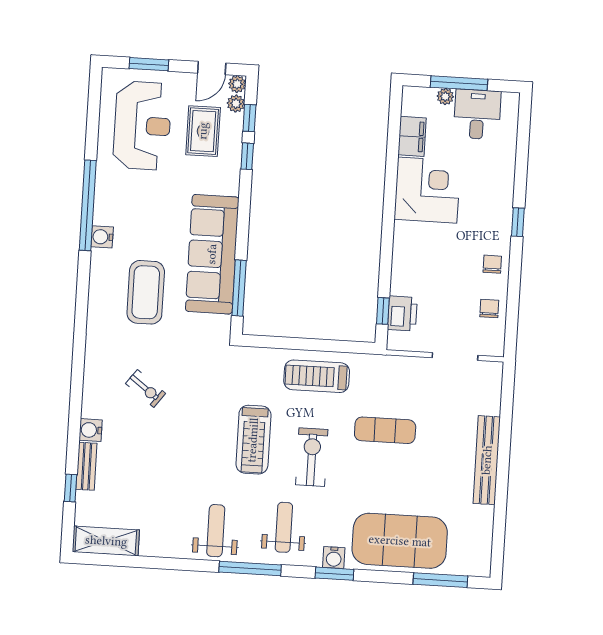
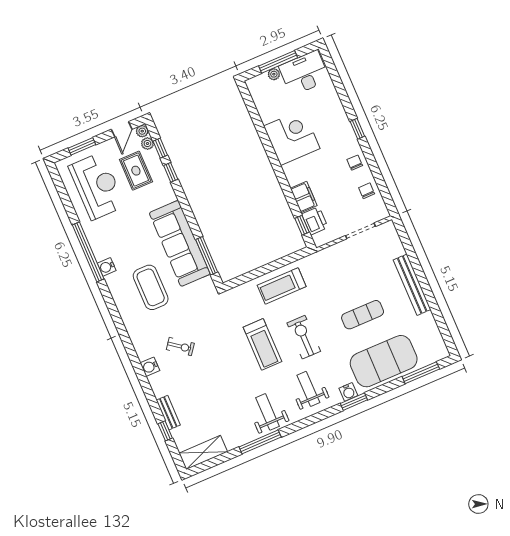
desk: (477, 114) -> (304, 73), width x1.37
filing cabinet: (412, 136) -> (304, 197), moved
water cooler: (91, 430) -> (150, 367), moved
exercise mat: (385, 430) -> (363, 315), moved
window: (250, 569) -> (260, 442), moved

